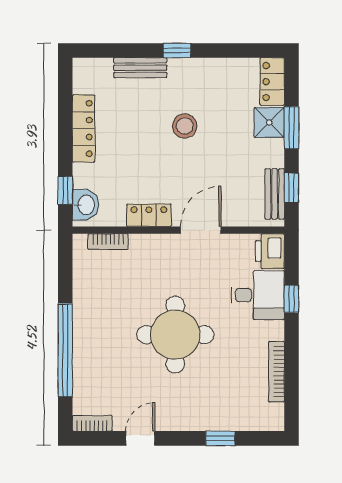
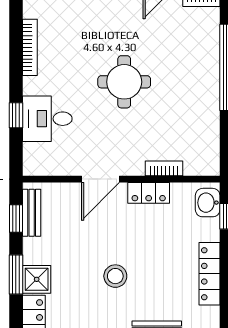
bookcase: (108, 242) -> (164, 168), moved
printer: (270, 251) -> (36, 160), removed
round table: (175, 335) -> (124, 82), width x0.73, depth x0.73

